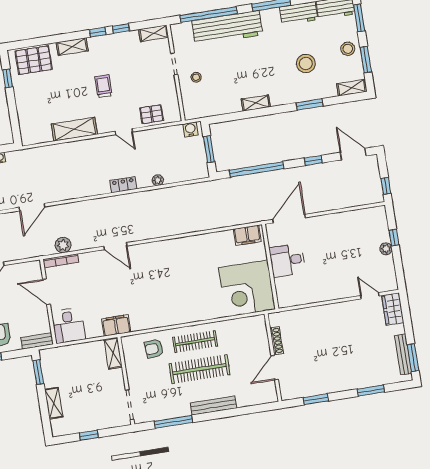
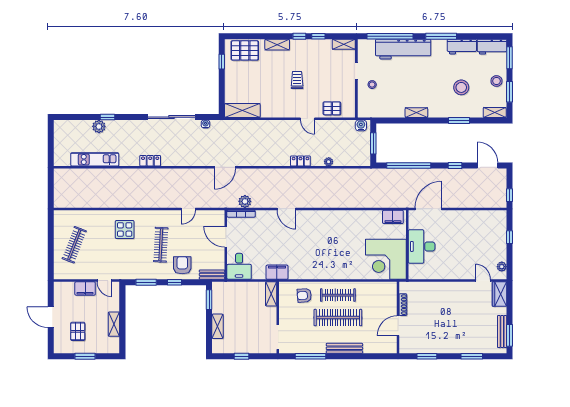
shelving: (74, 129) -> (242, 111), moved
plant: (386, 249) -> (502, 267), moved
desk: (287, 260) -> (422, 246), width x1.37

